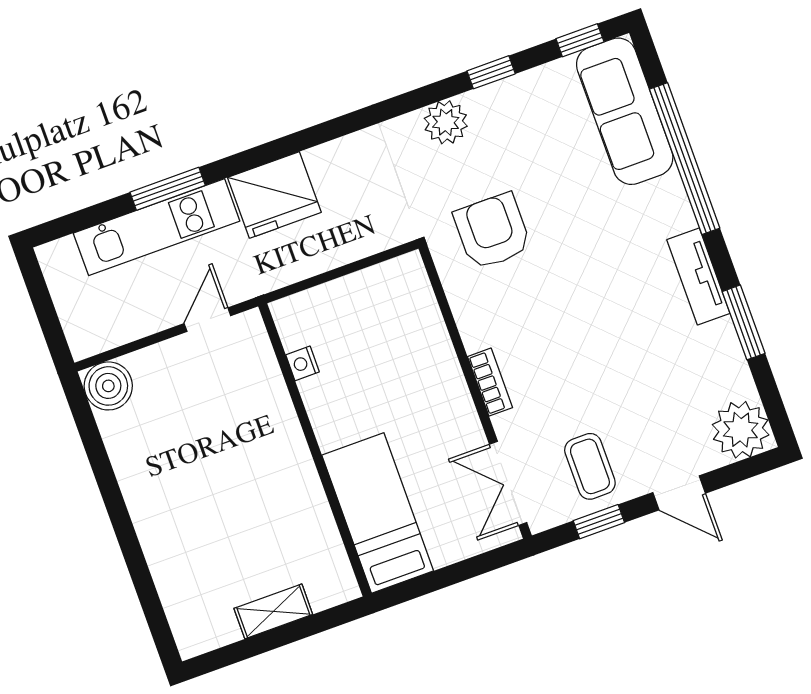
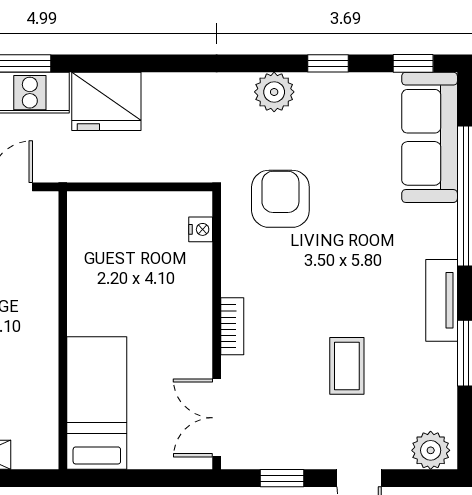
nightstand: (303, 363) -> (201, 229), moved, turned 180
plant: (741, 430) -> (431, 450), width x0.73, depth x0.73
coffee table: (590, 466) -> (347, 366), moved

